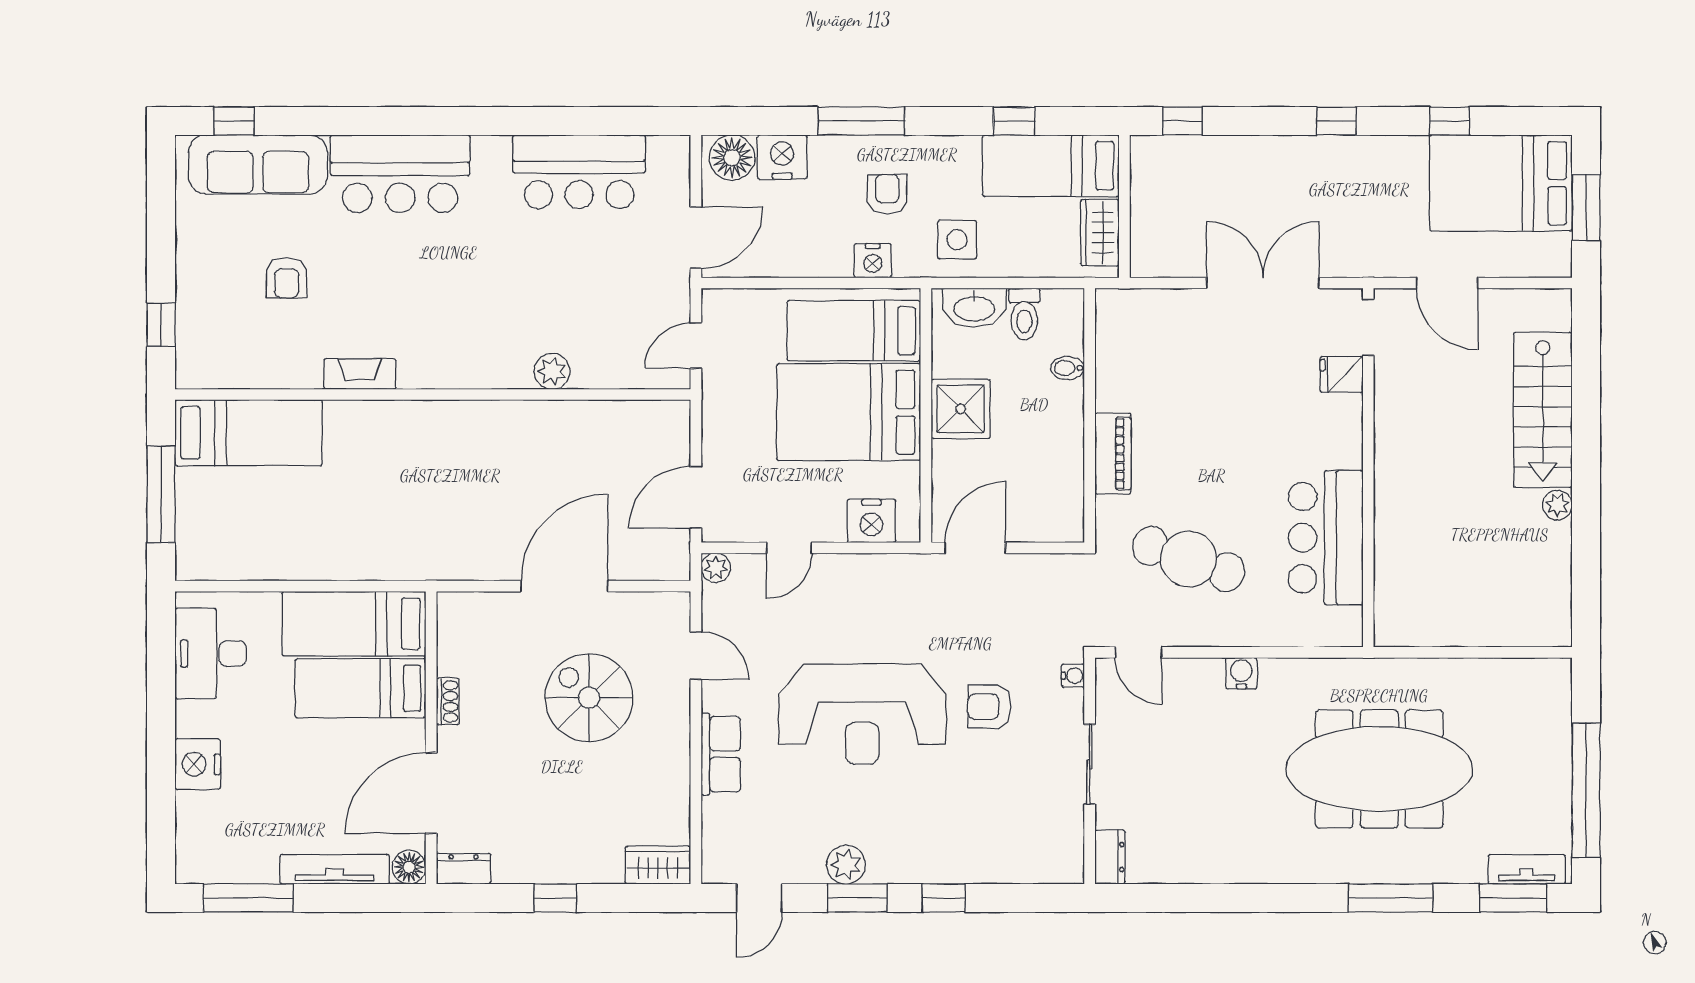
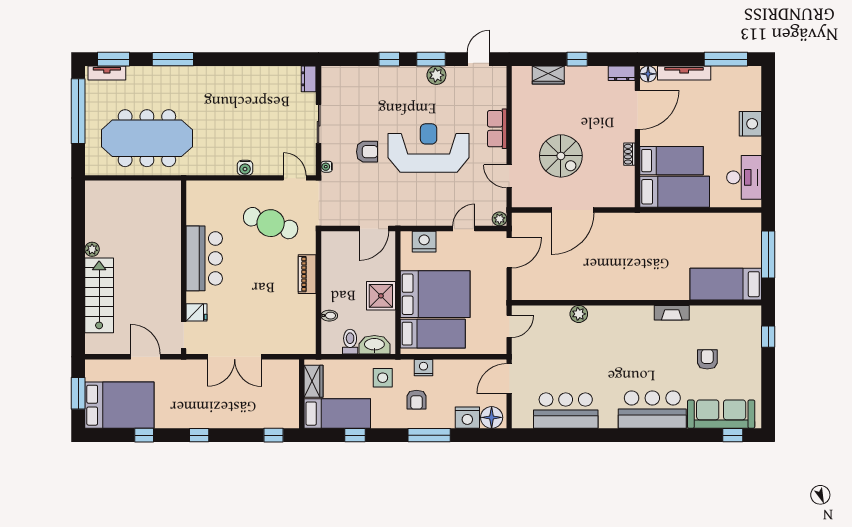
bar counter: (1326, 538) -> (204, 258), moved
meeting table: (1379, 769) -> (147, 138), moved
wardrobe: (658, 865) -> (548, 75), moved

